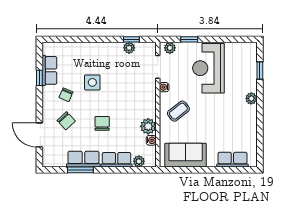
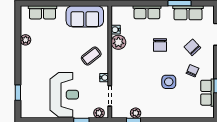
plant: (251, 98) -> (26, 40), moved
row of seats: (83, 159) -> (188, 13), moved
plant: (139, 161) -> (127, 11), removed

